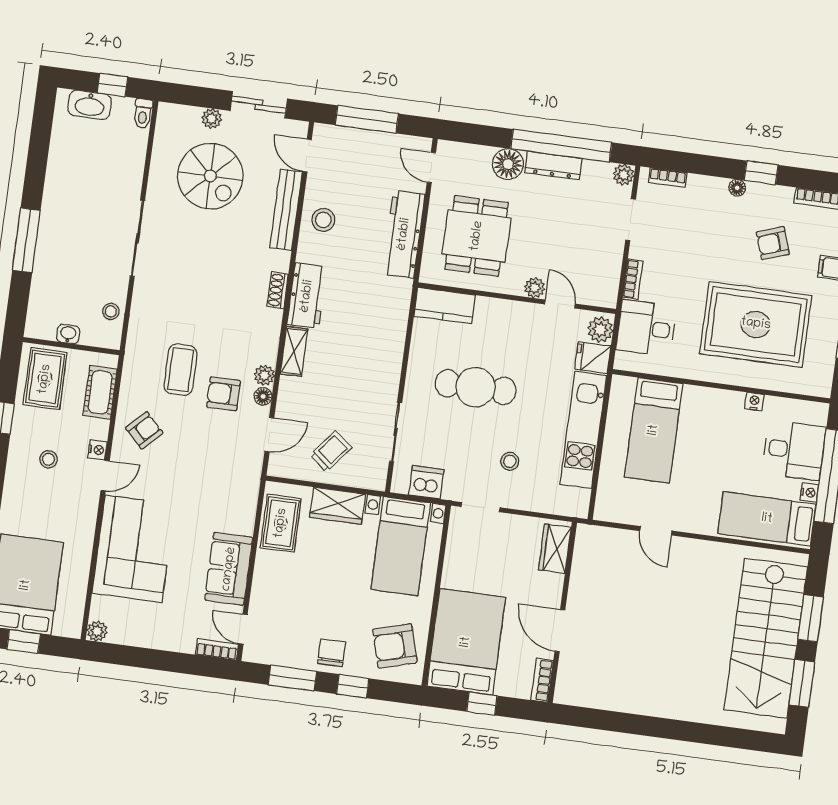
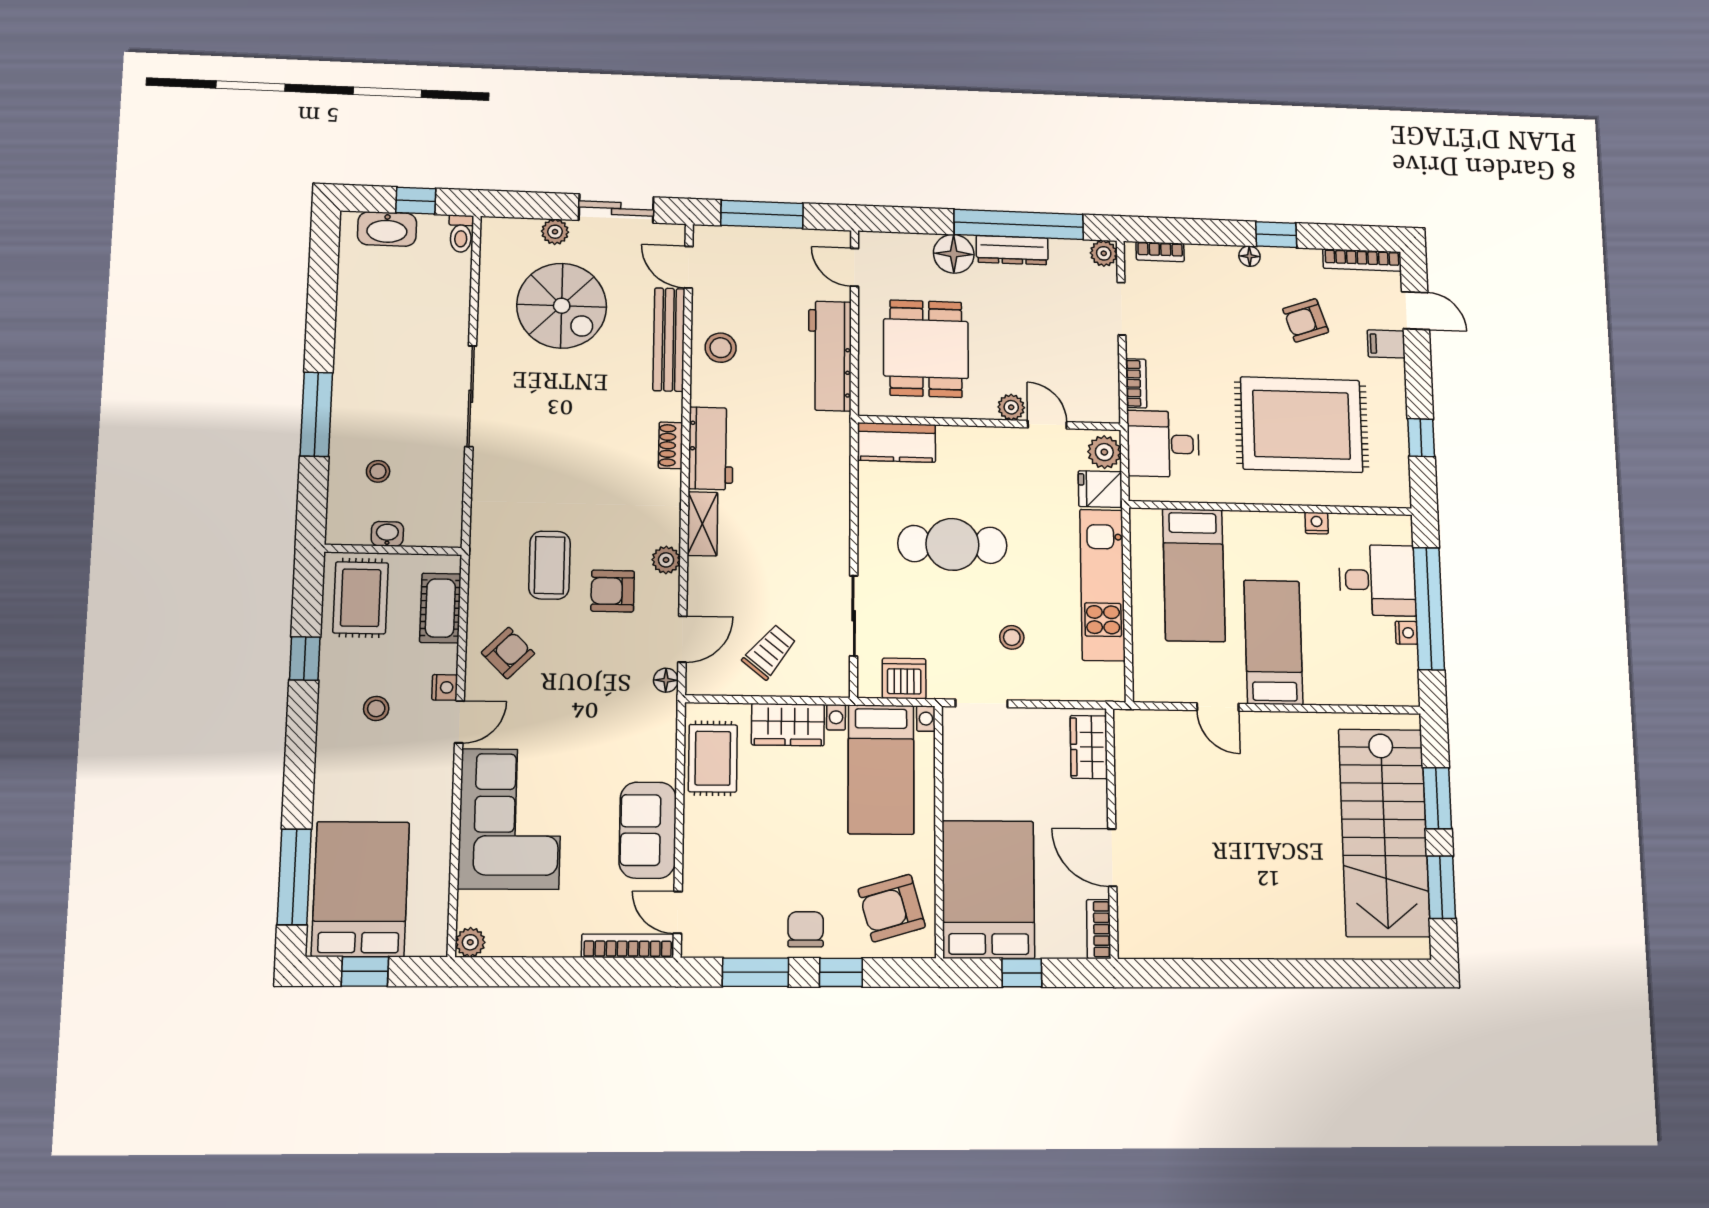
stool: (111, 311) -> (378, 471), moved
floor lamp: (263, 396) -> (666, 680), moved
bed: (767, 519) -> (1273, 642), moved, turned 90
bookcase: (217, 649) -> (628, 946), width x1.56

